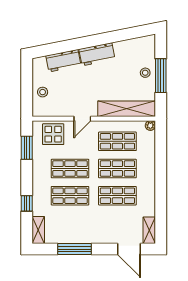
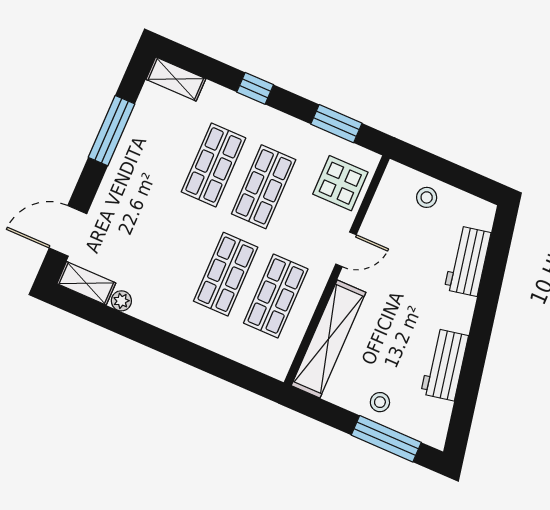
workbench: (97, 54) -> (445, 365), moved
window: (161, 76) -> (386, 439), moved
door: (82, 119) -> (346, 249), swing flipped
plant: (150, 126) -> (121, 301), moved
shop shelf: (117, 196) -> (176, 252), removed
window: (27, 203) -> (255, 88), moved

